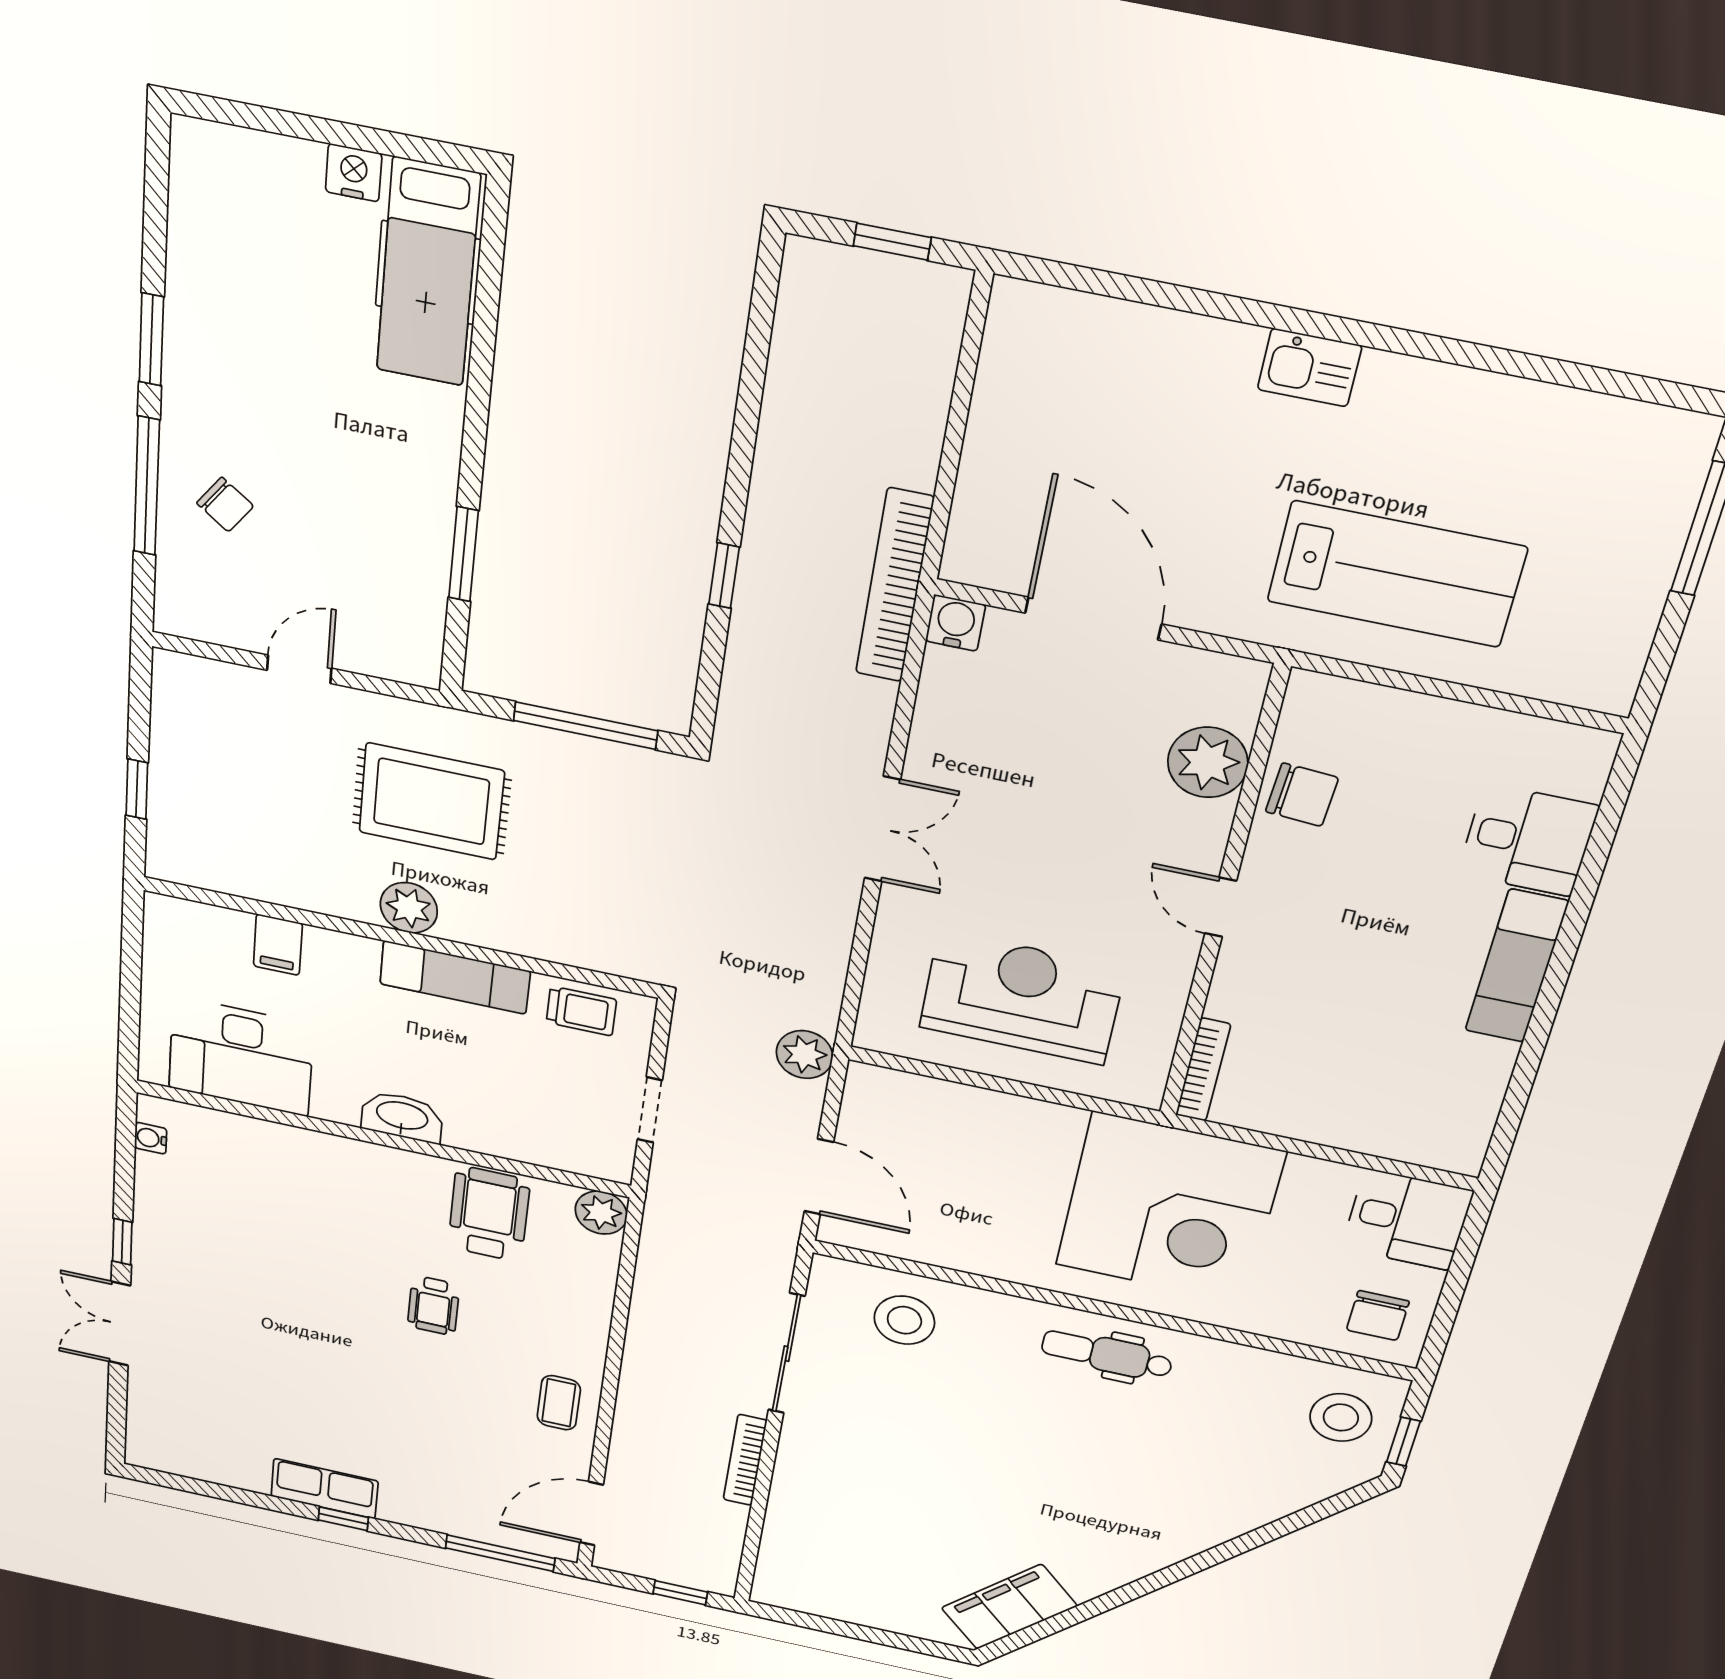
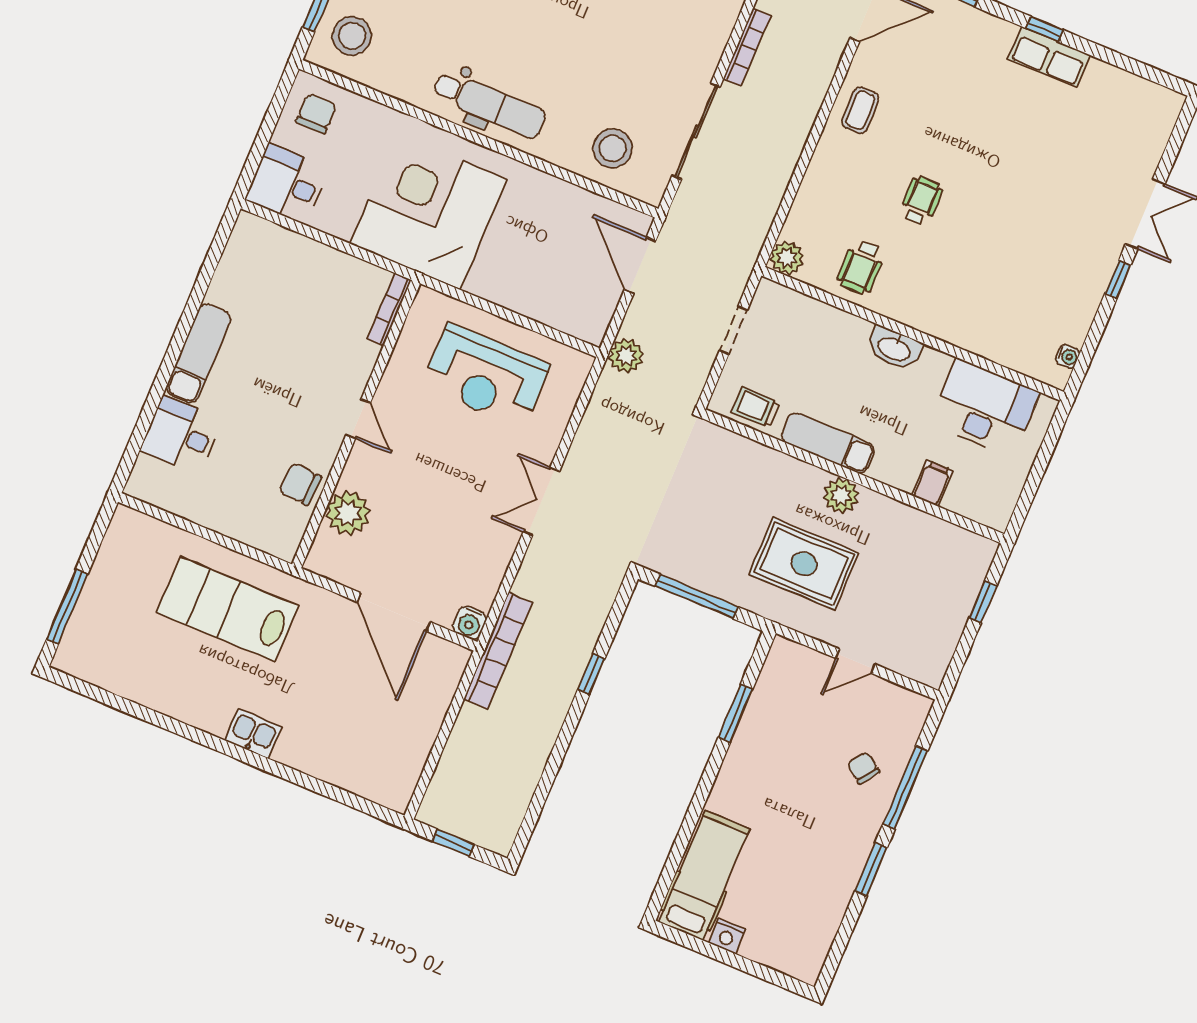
wheelchair: (489, 1214) -> (861, 267), width x0.73, depth x0.73
dental chair: (1107, 1355) -> (489, 104), width x1.36, depth x1.38

